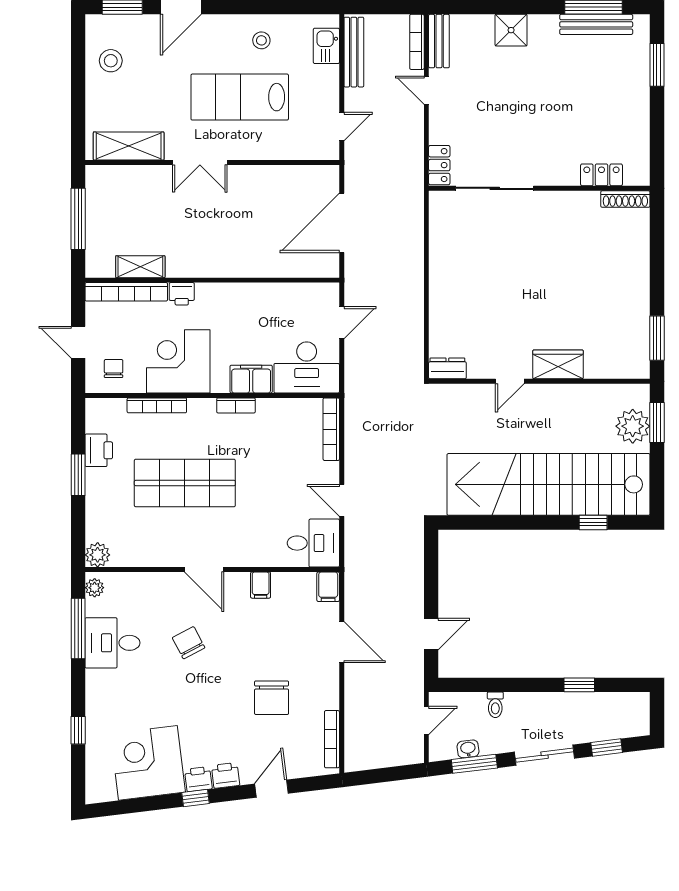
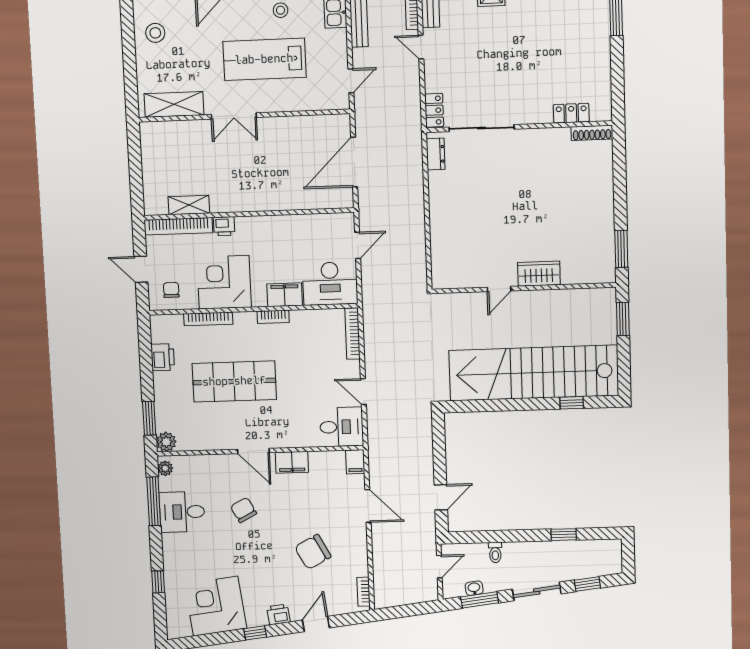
window: (78, 219) -> (135, 167), removed
dresser: (447, 368) -> (436, 154), moved, turned 90
plant: (633, 426) -> (603, 323), removed
window: (78, 475) -> (149, 418), moved
filing cabinet: (261, 585) -> (292, 462), width x2.00
chair: (272, 698) -> (313, 552), turned 62
bookcase: (332, 739) -> (364, 592), width x0.64
printer: (198, 779) -> (257, 618), removed

